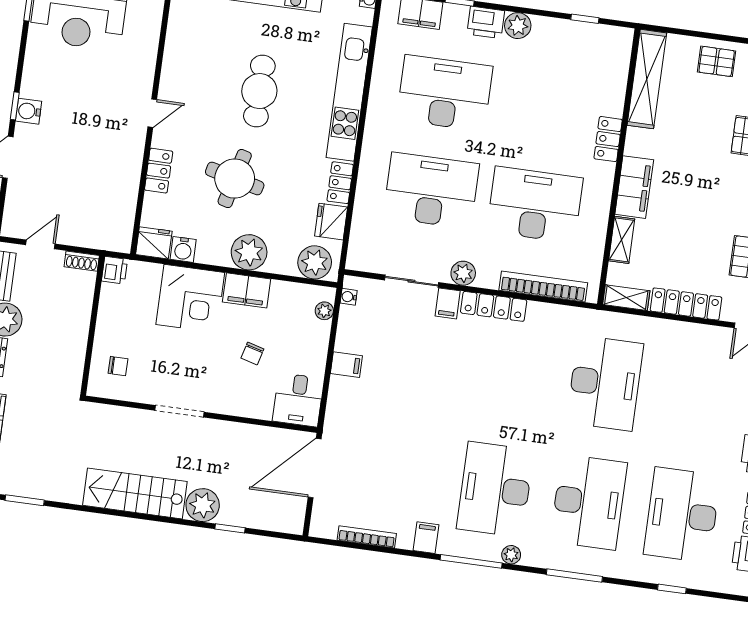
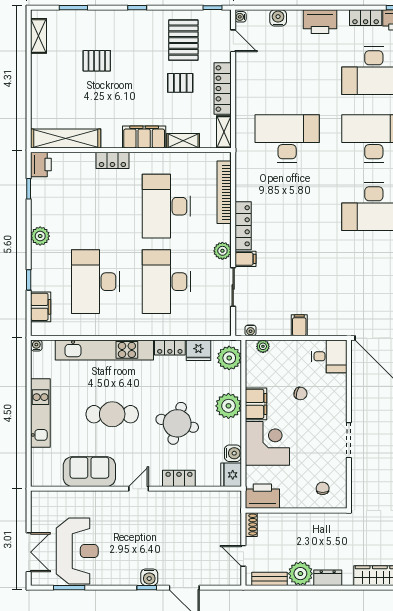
printer: (486, 22) -> (41, 165), moved
sofa: (185, 49) -> (89, 472), added
pallet: (717, 61) -> (180, 83), moved, turned 90
door: (152, 113) -> (139, 489), hinge flipped
printer: (115, 270) -> (262, 496), width x1.87, depth x1.48

